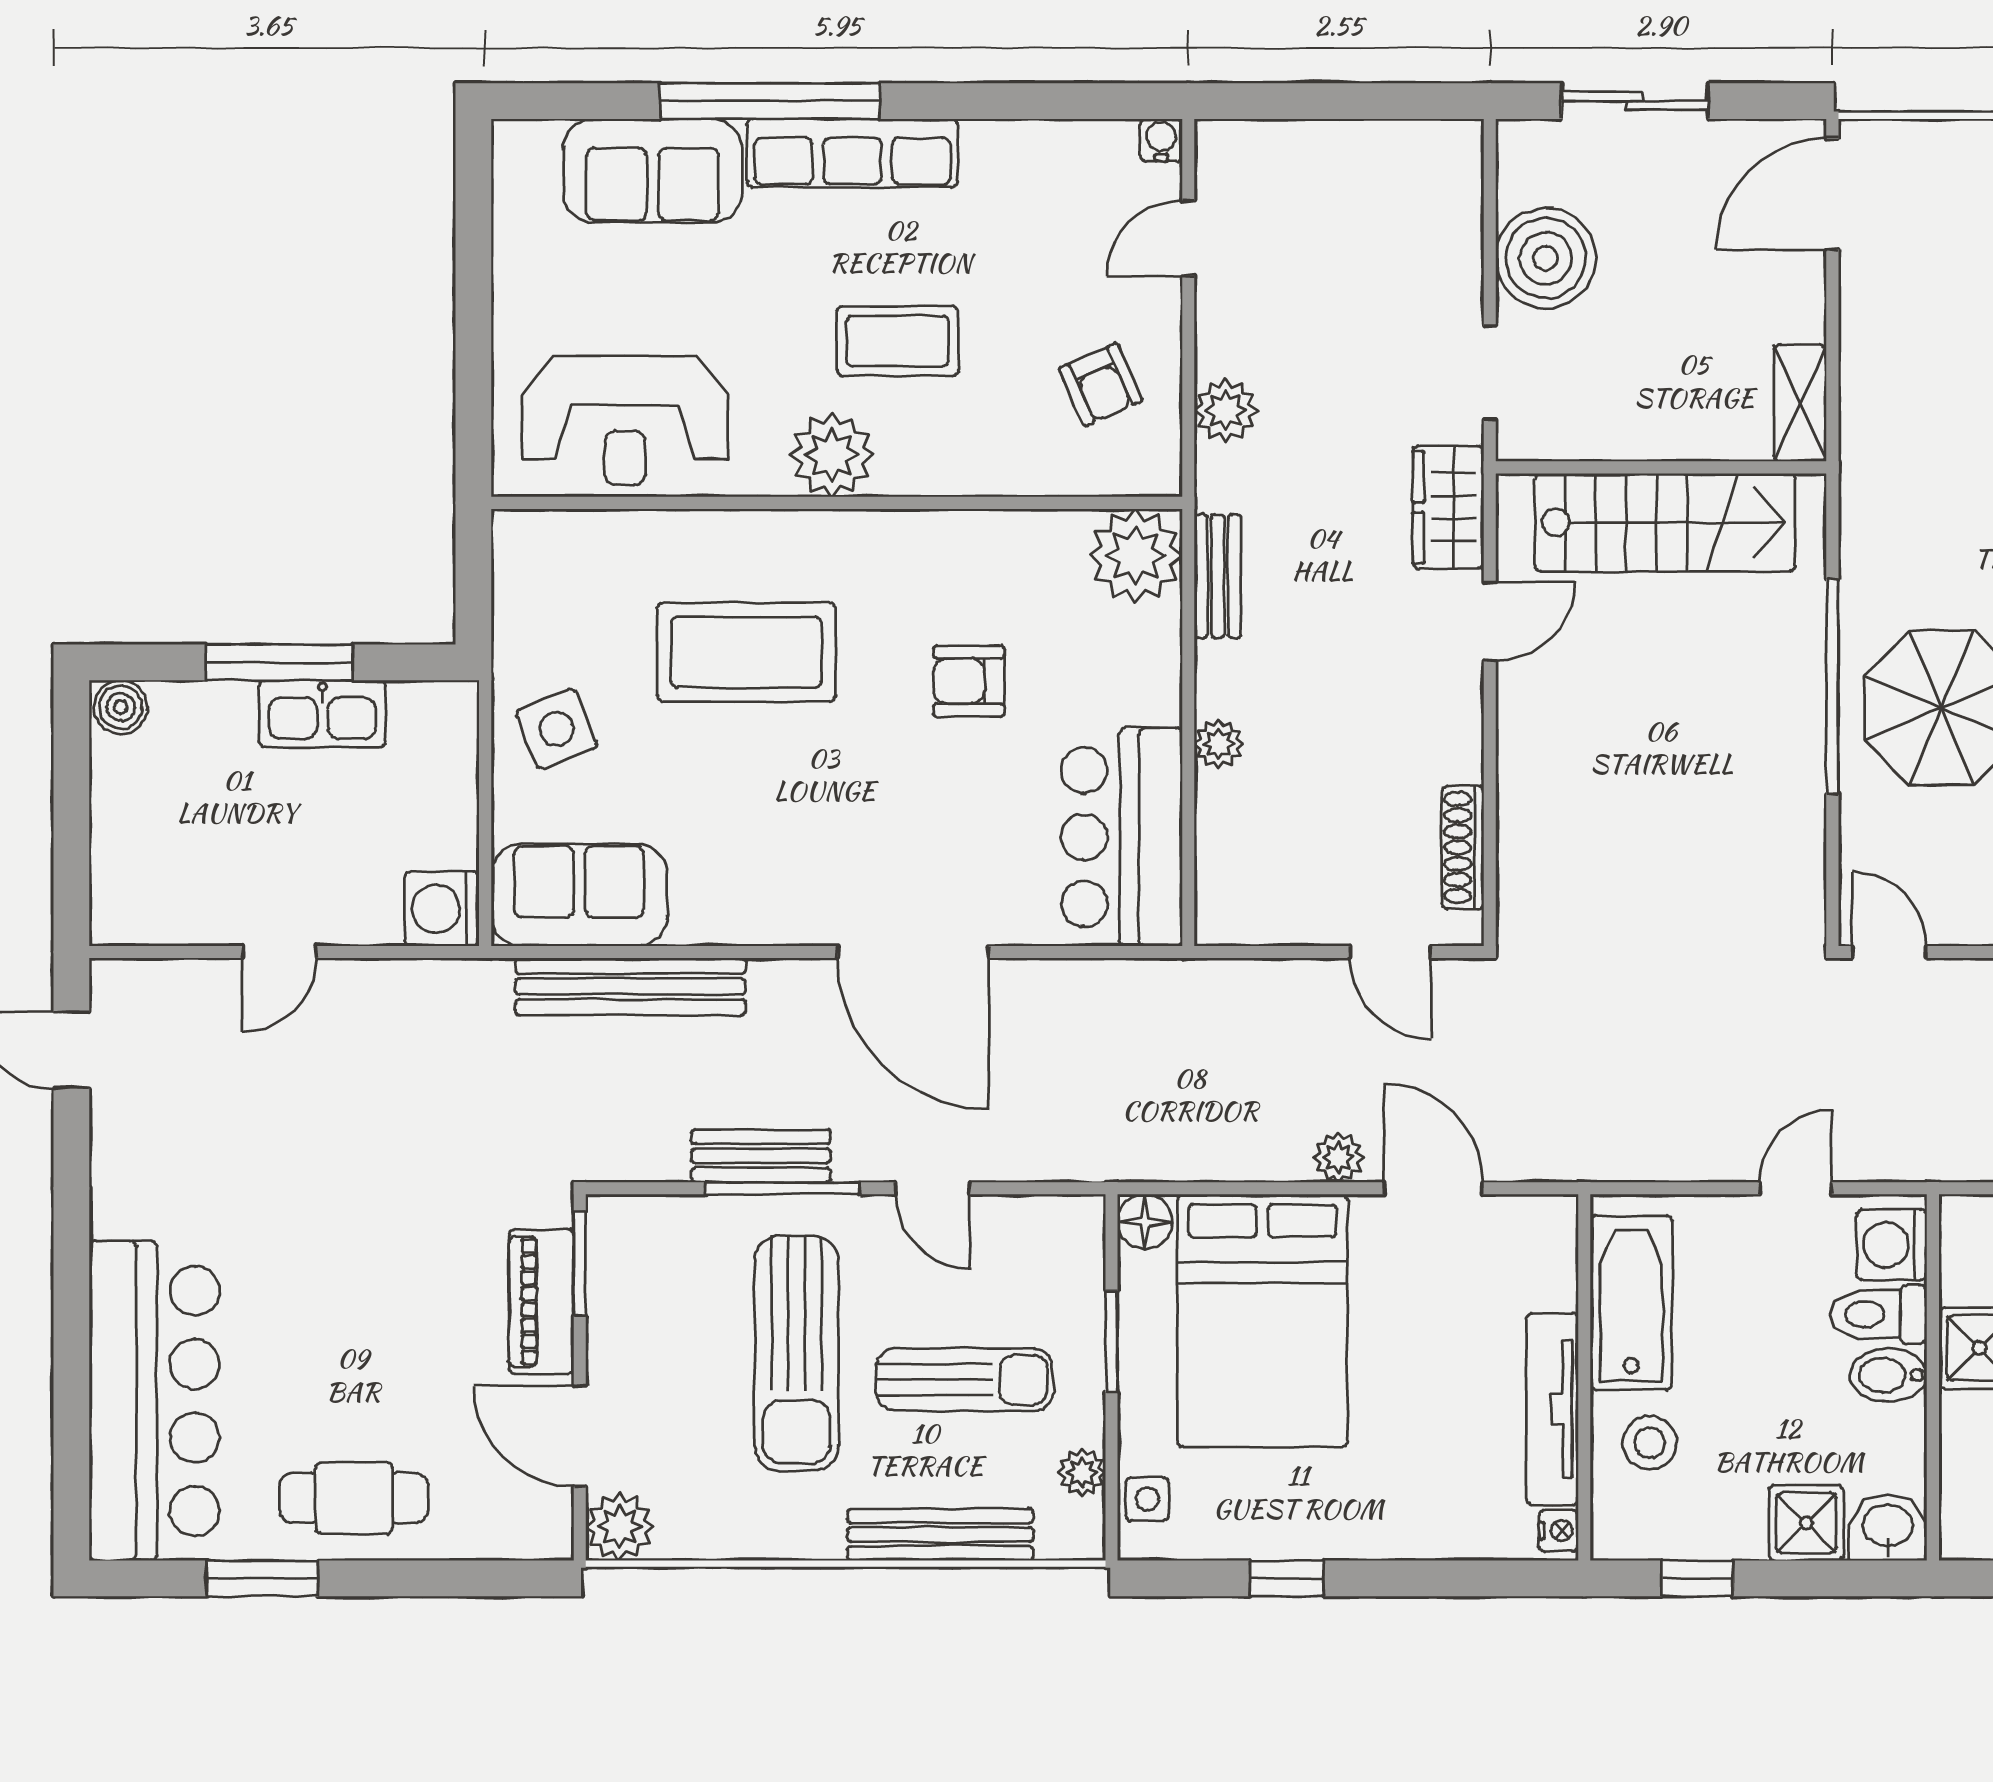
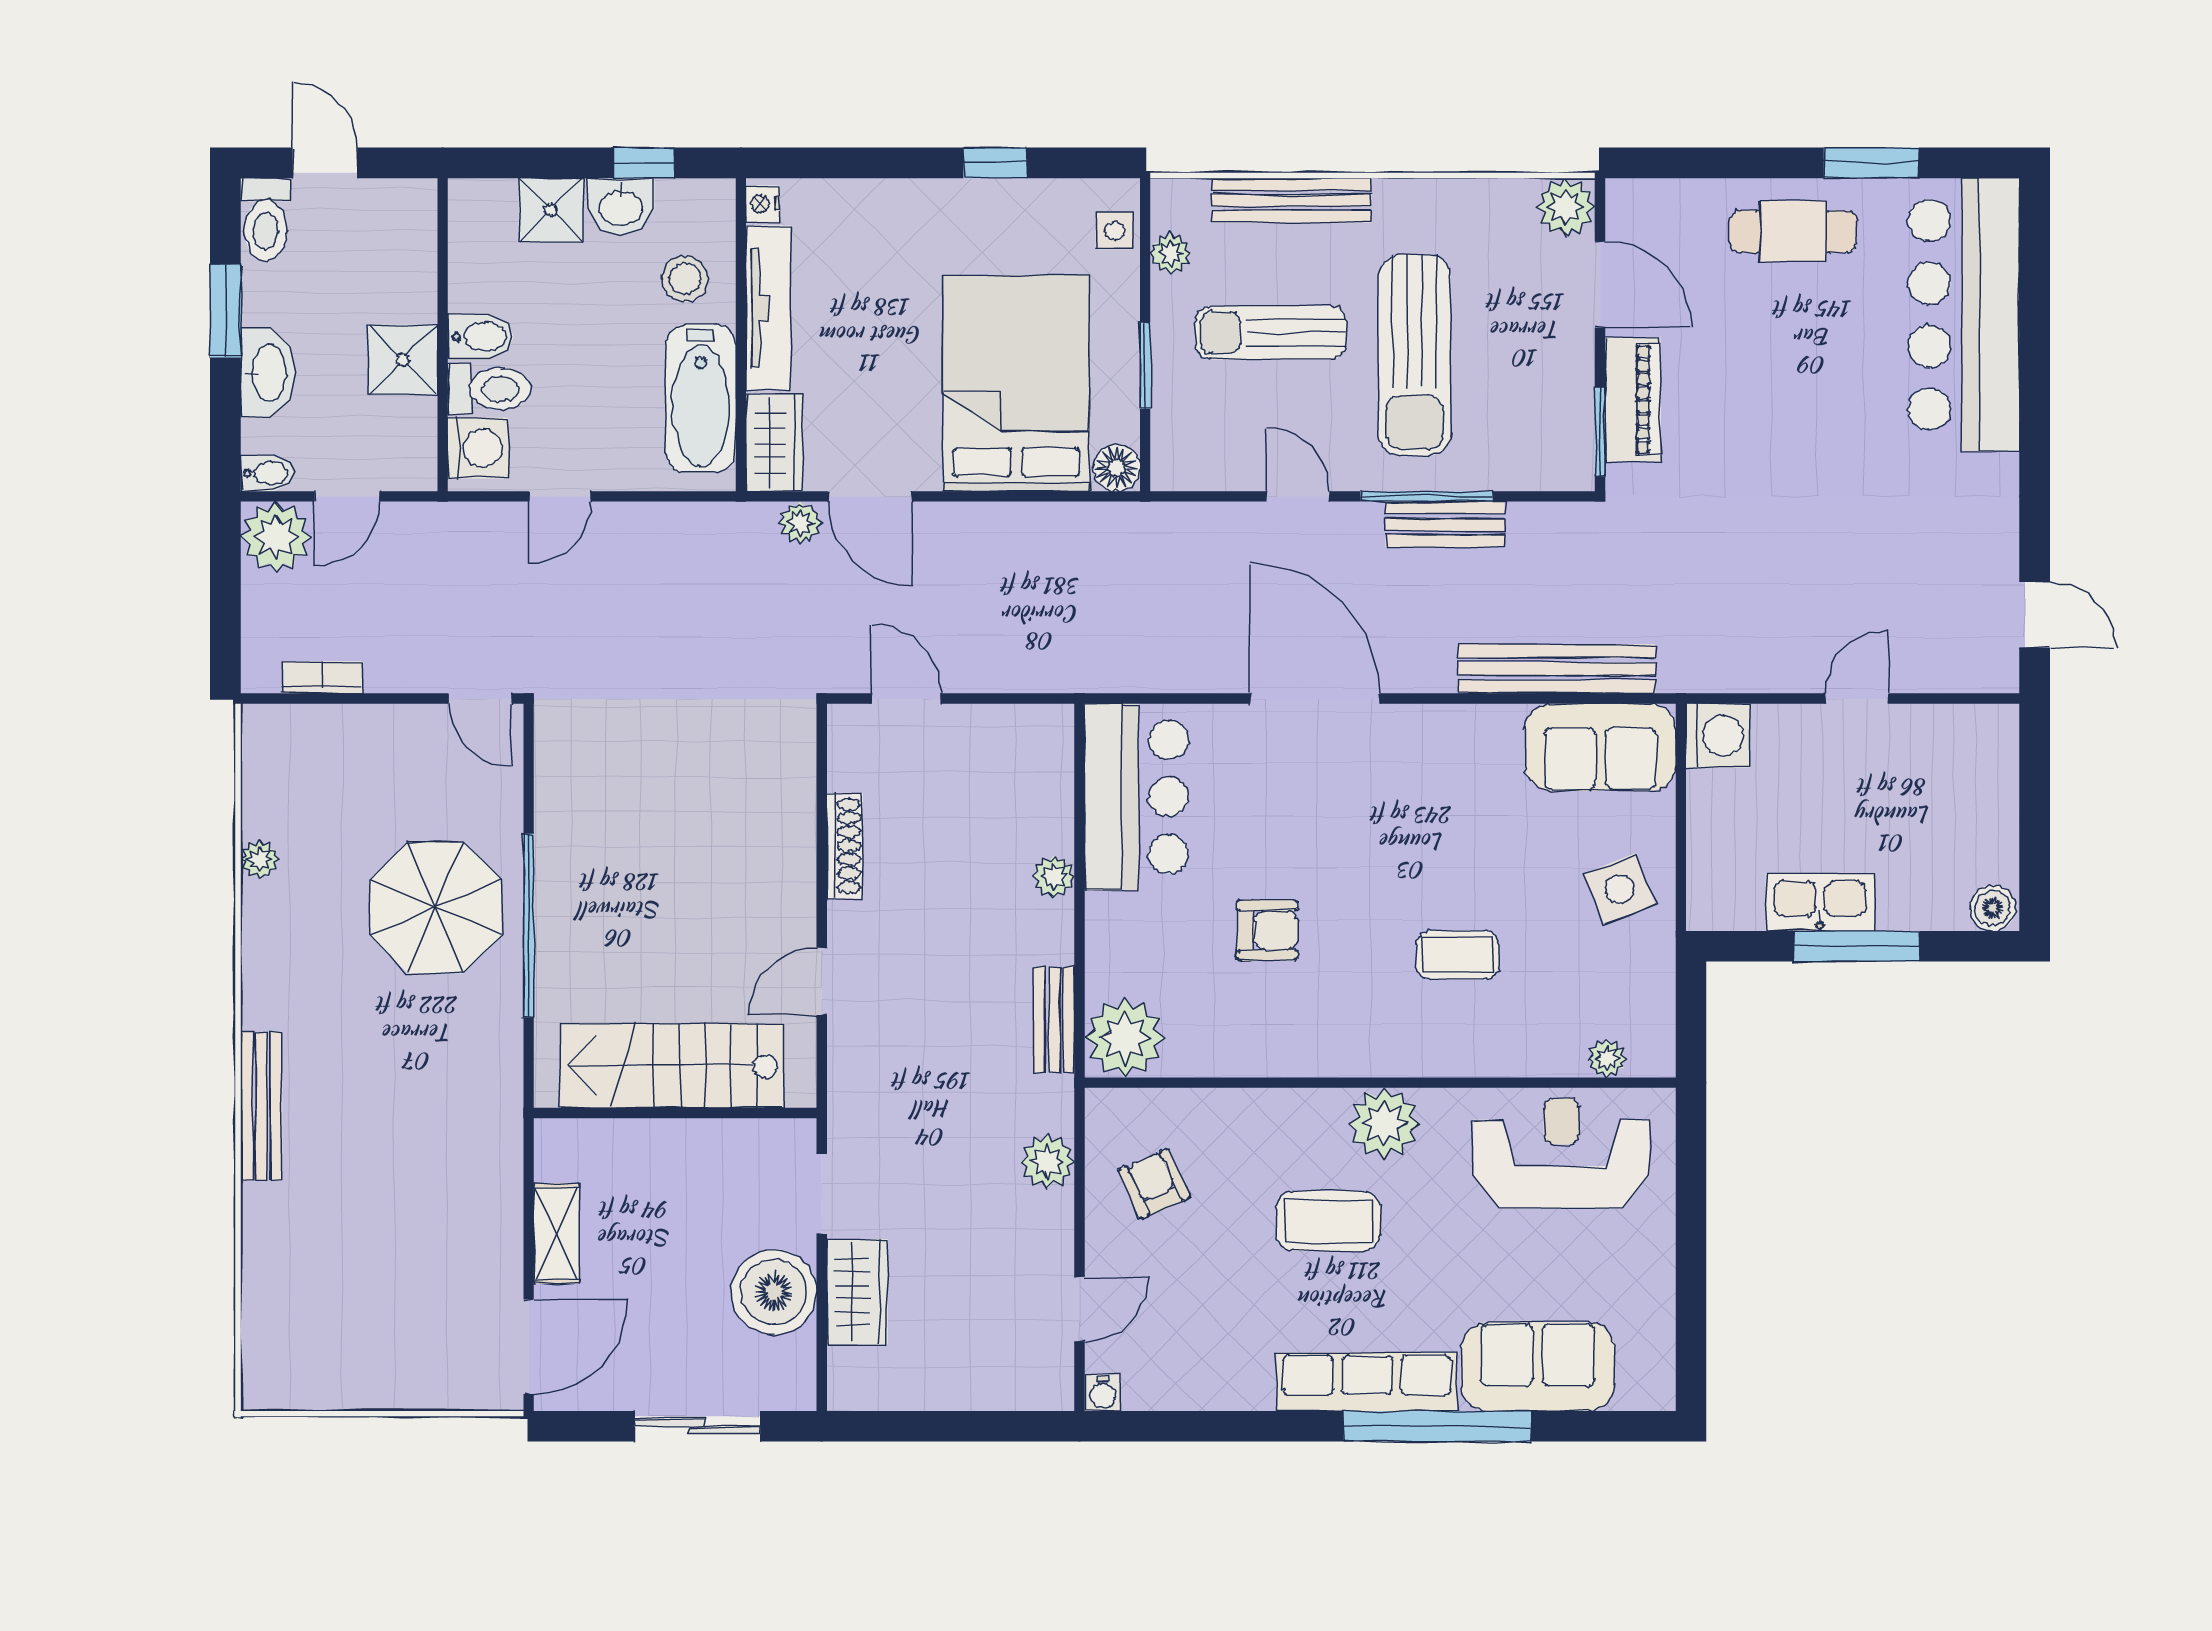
shelving: (1800, 403) -> (556, 1234), moved
wardrobe: (1448, 507) -> (857, 1292), moved
plant: (571, 531) -> (1607, 1058), added
coffee table: (746, 652) -> (1457, 955), width x0.54, depth x0.58
shoe rack: (1463, 847) -> (845, 846), moved
plant: (1338, 1157) -> (800, 523), moved
wardrobe: (1545, 1251) -> (774, 443), added
sun lounger: (797, 1353) -> (1414, 355), turned 180
washbasin: (1888, 1527) -> (621, 206), moved

